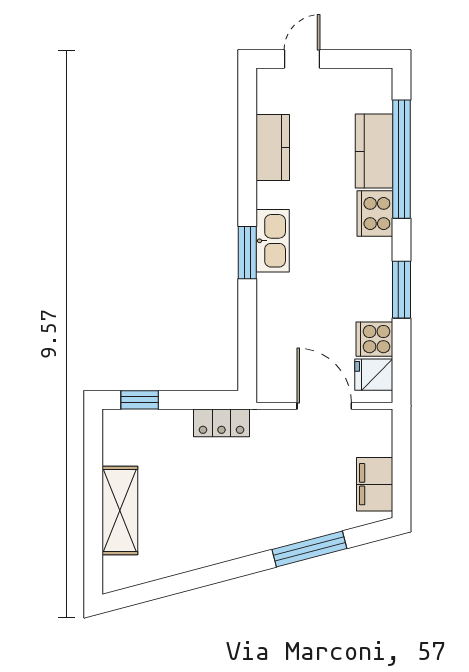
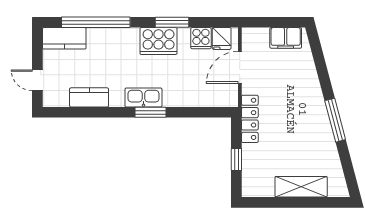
kitchen counter: (374, 151) -> (64, 38), moved
cooker: (375, 214) -> (159, 41), moved, width x1.37, depth x1.31
window: (140, 400) -> (236, 159), moved
locker: (221, 423) -> (250, 119), width x1.53
window: (309, 549) -> (335, 120), moved

